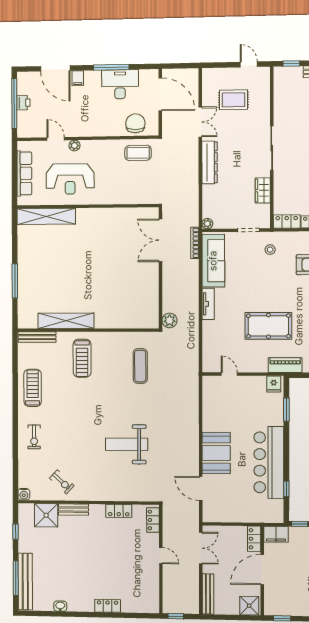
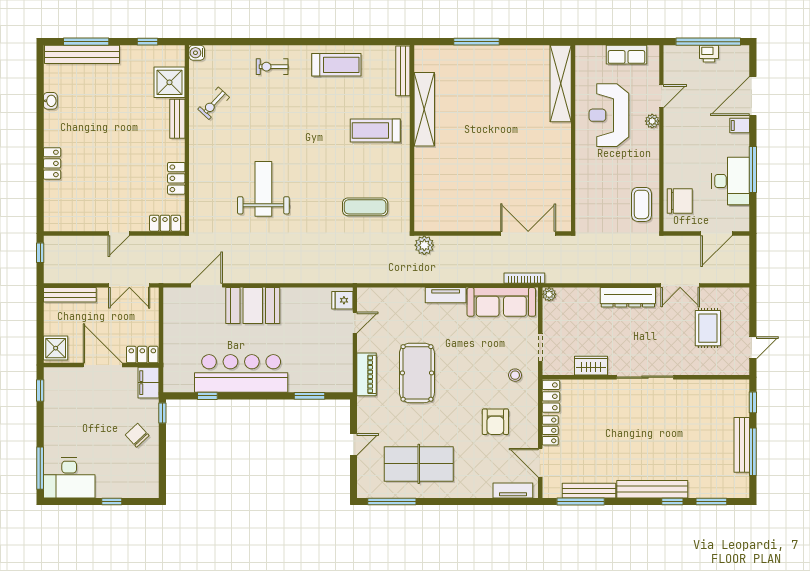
door: (160, 94) -> (716, 233), width x0.73
row of seats: (24, 173) -> (626, 55), width x0.68
piano: (285, 365) -> (367, 374), moved
fridge: (274, 384) -> (342, 300), moved

